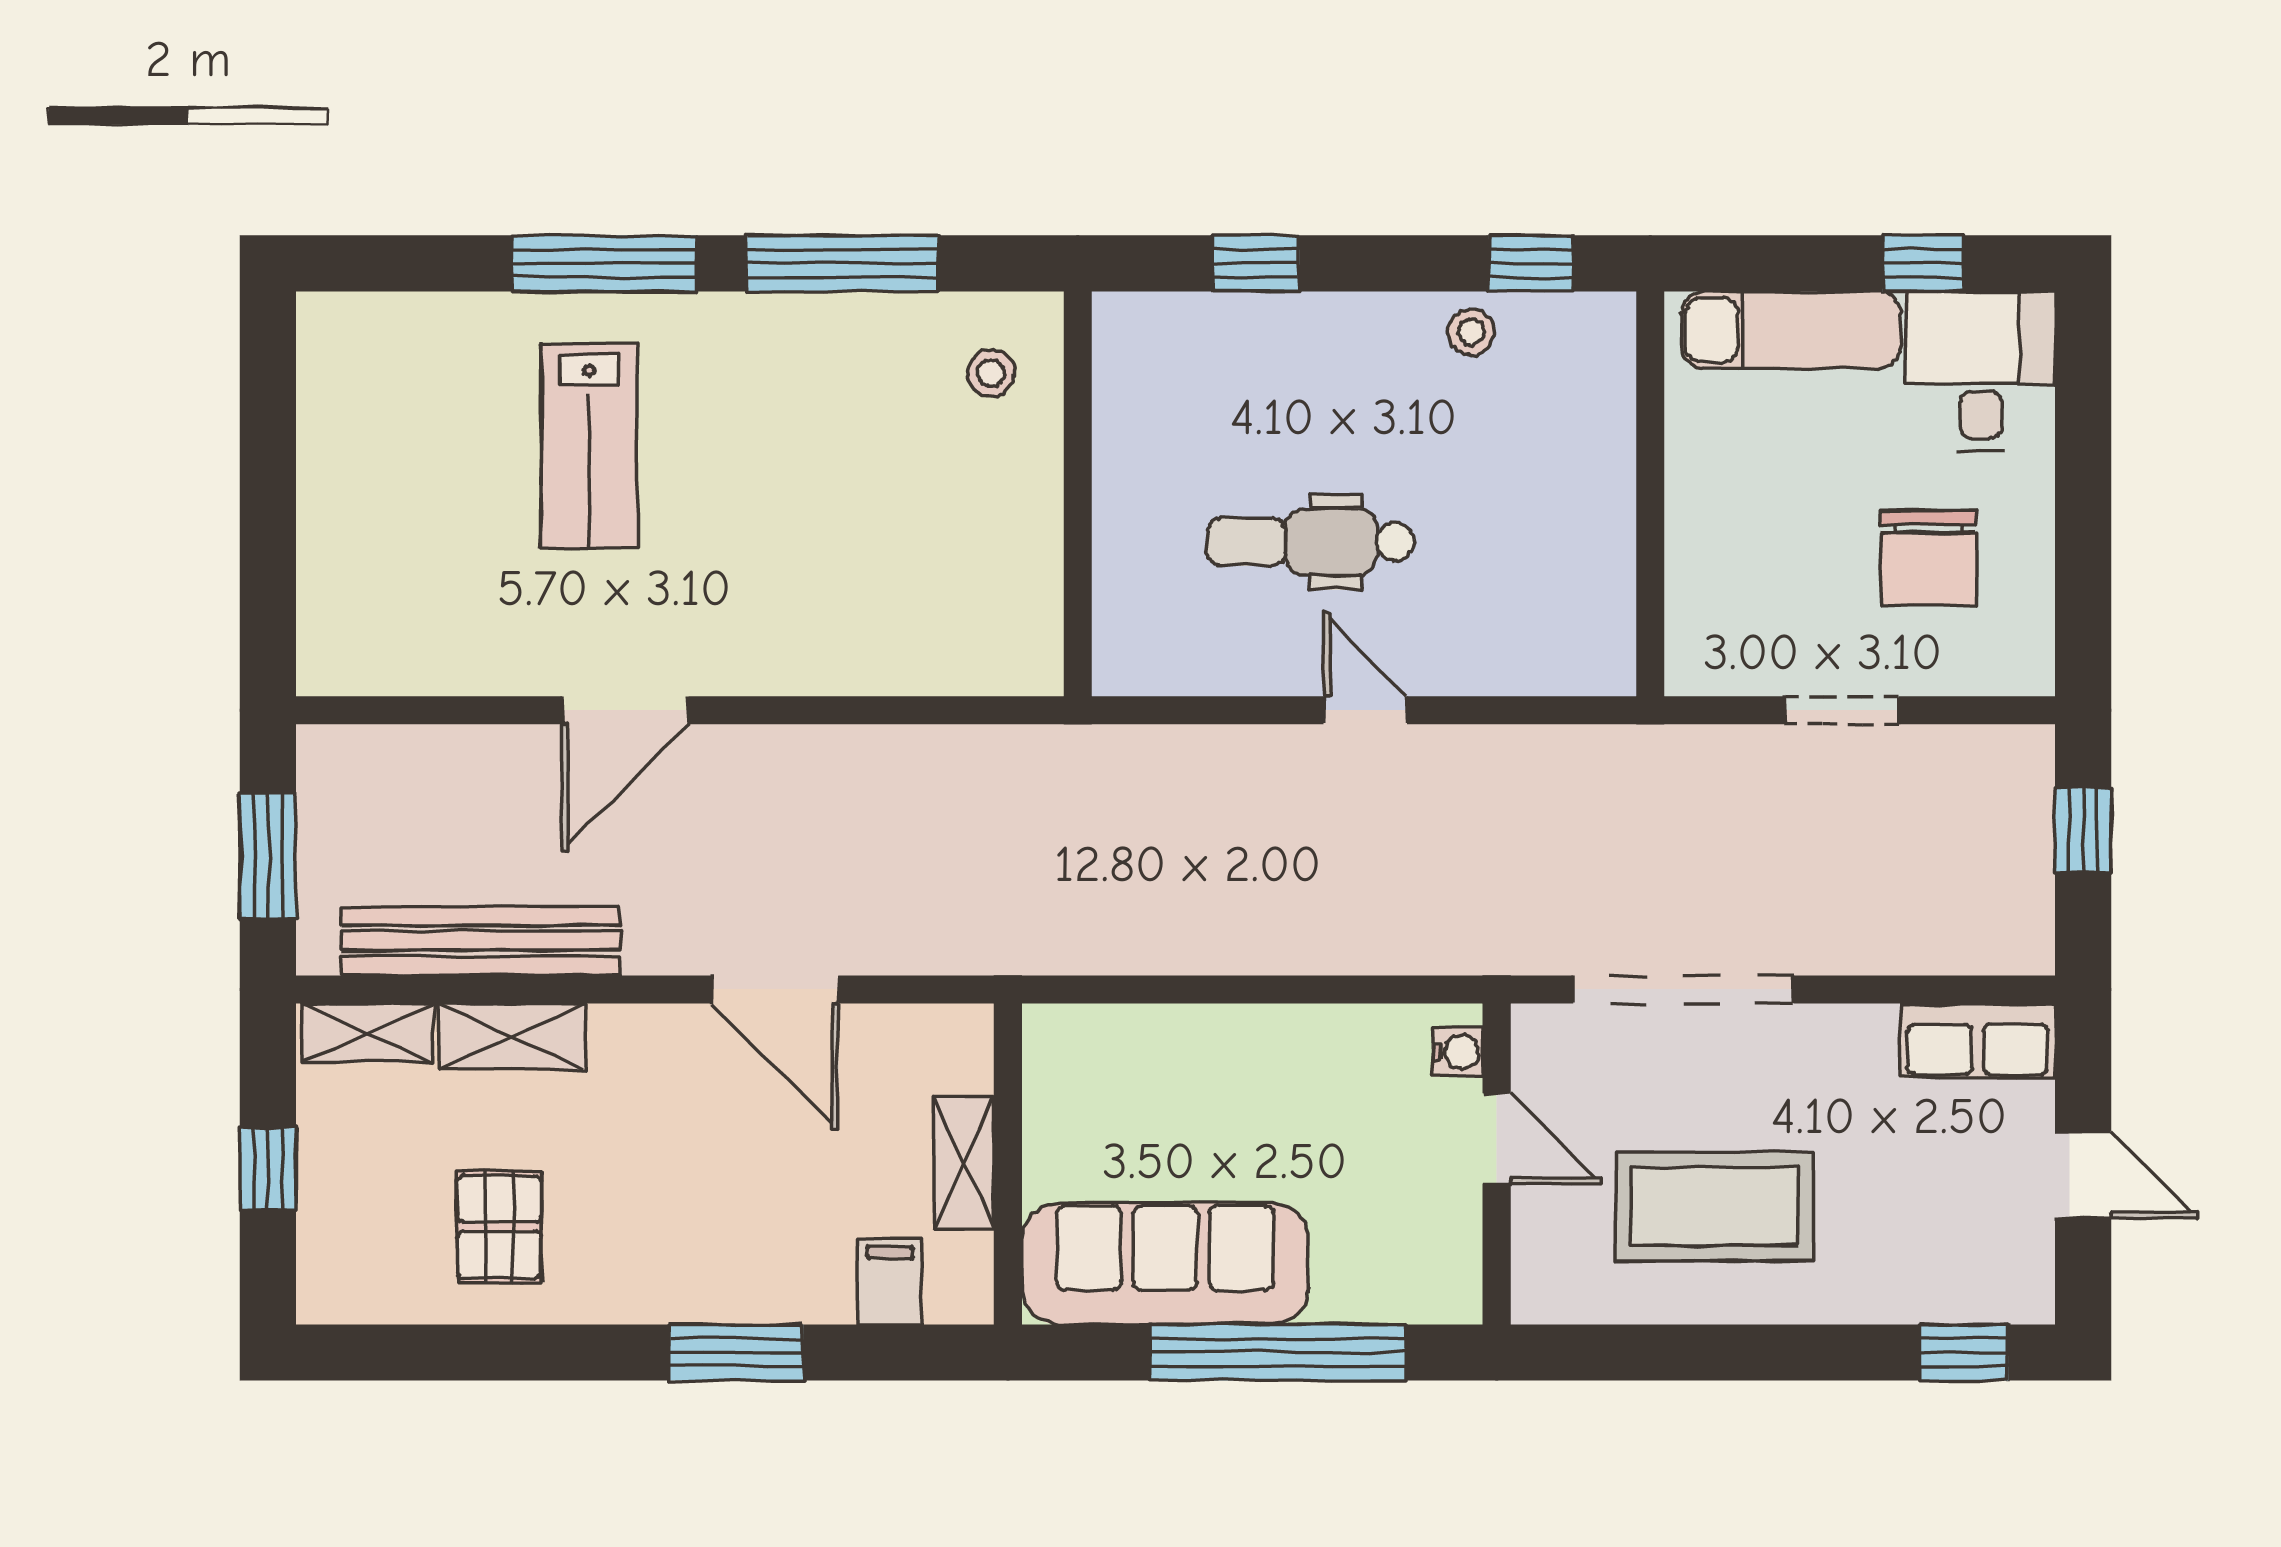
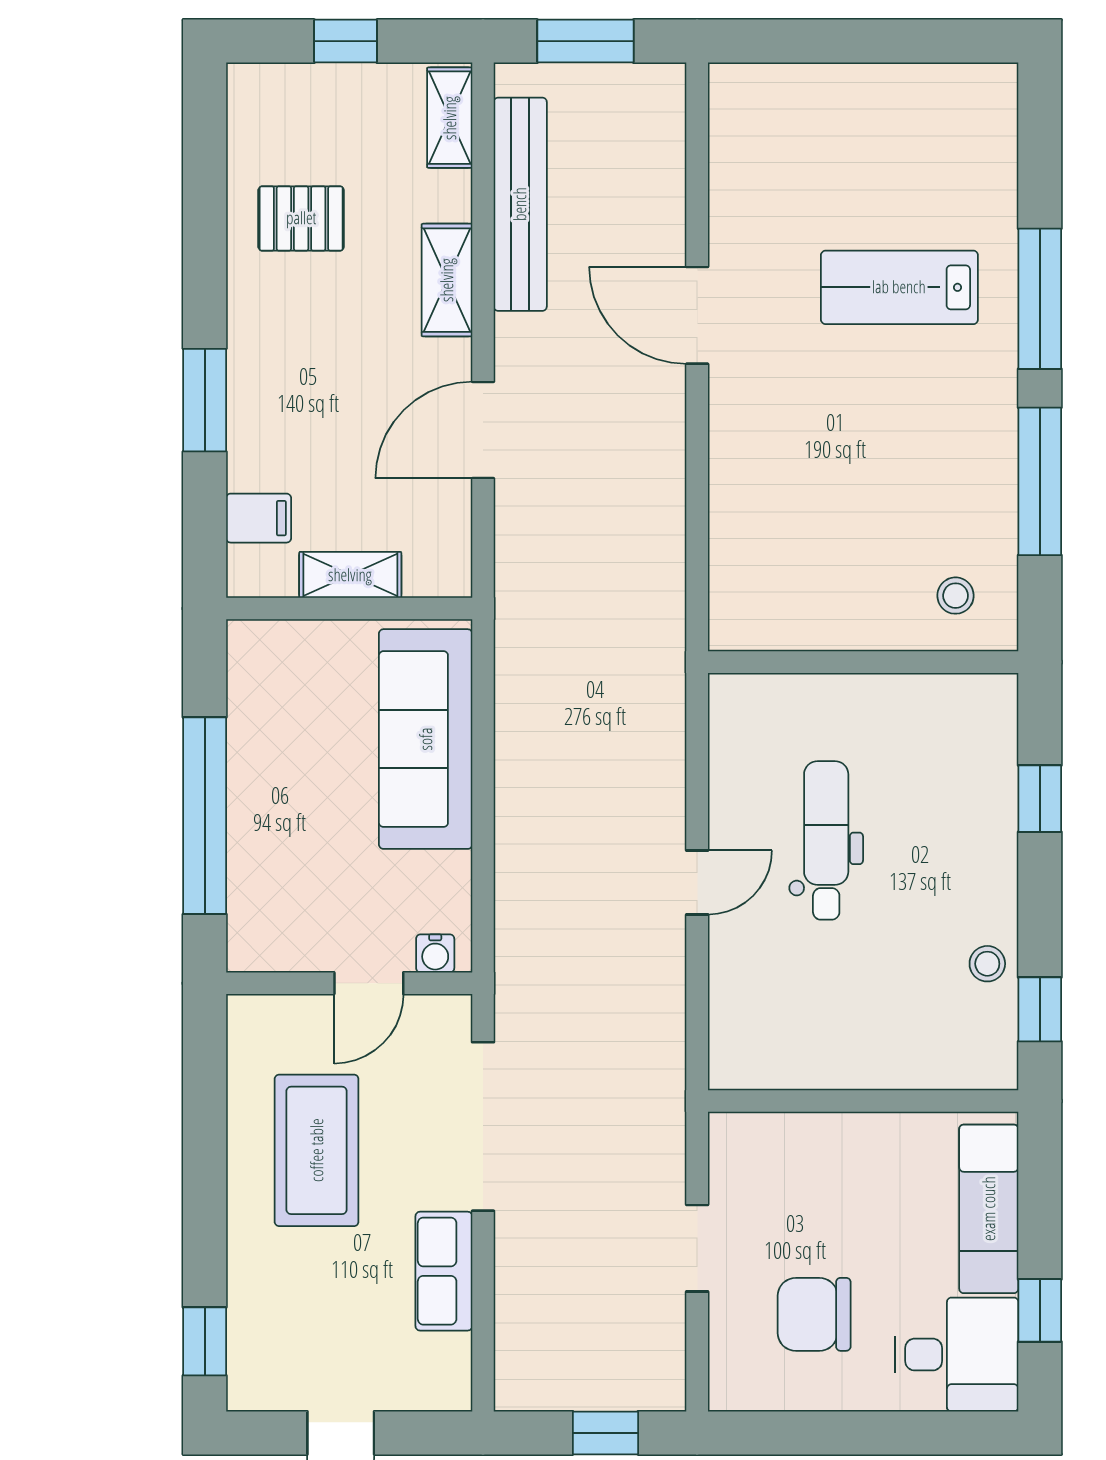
shelving: (512, 1037) -> (447, 280), moved
row of seats: (1978, 1041) -> (444, 1271), moved
sofa: (1165, 1264) -> (426, 739), moved, turned 180

